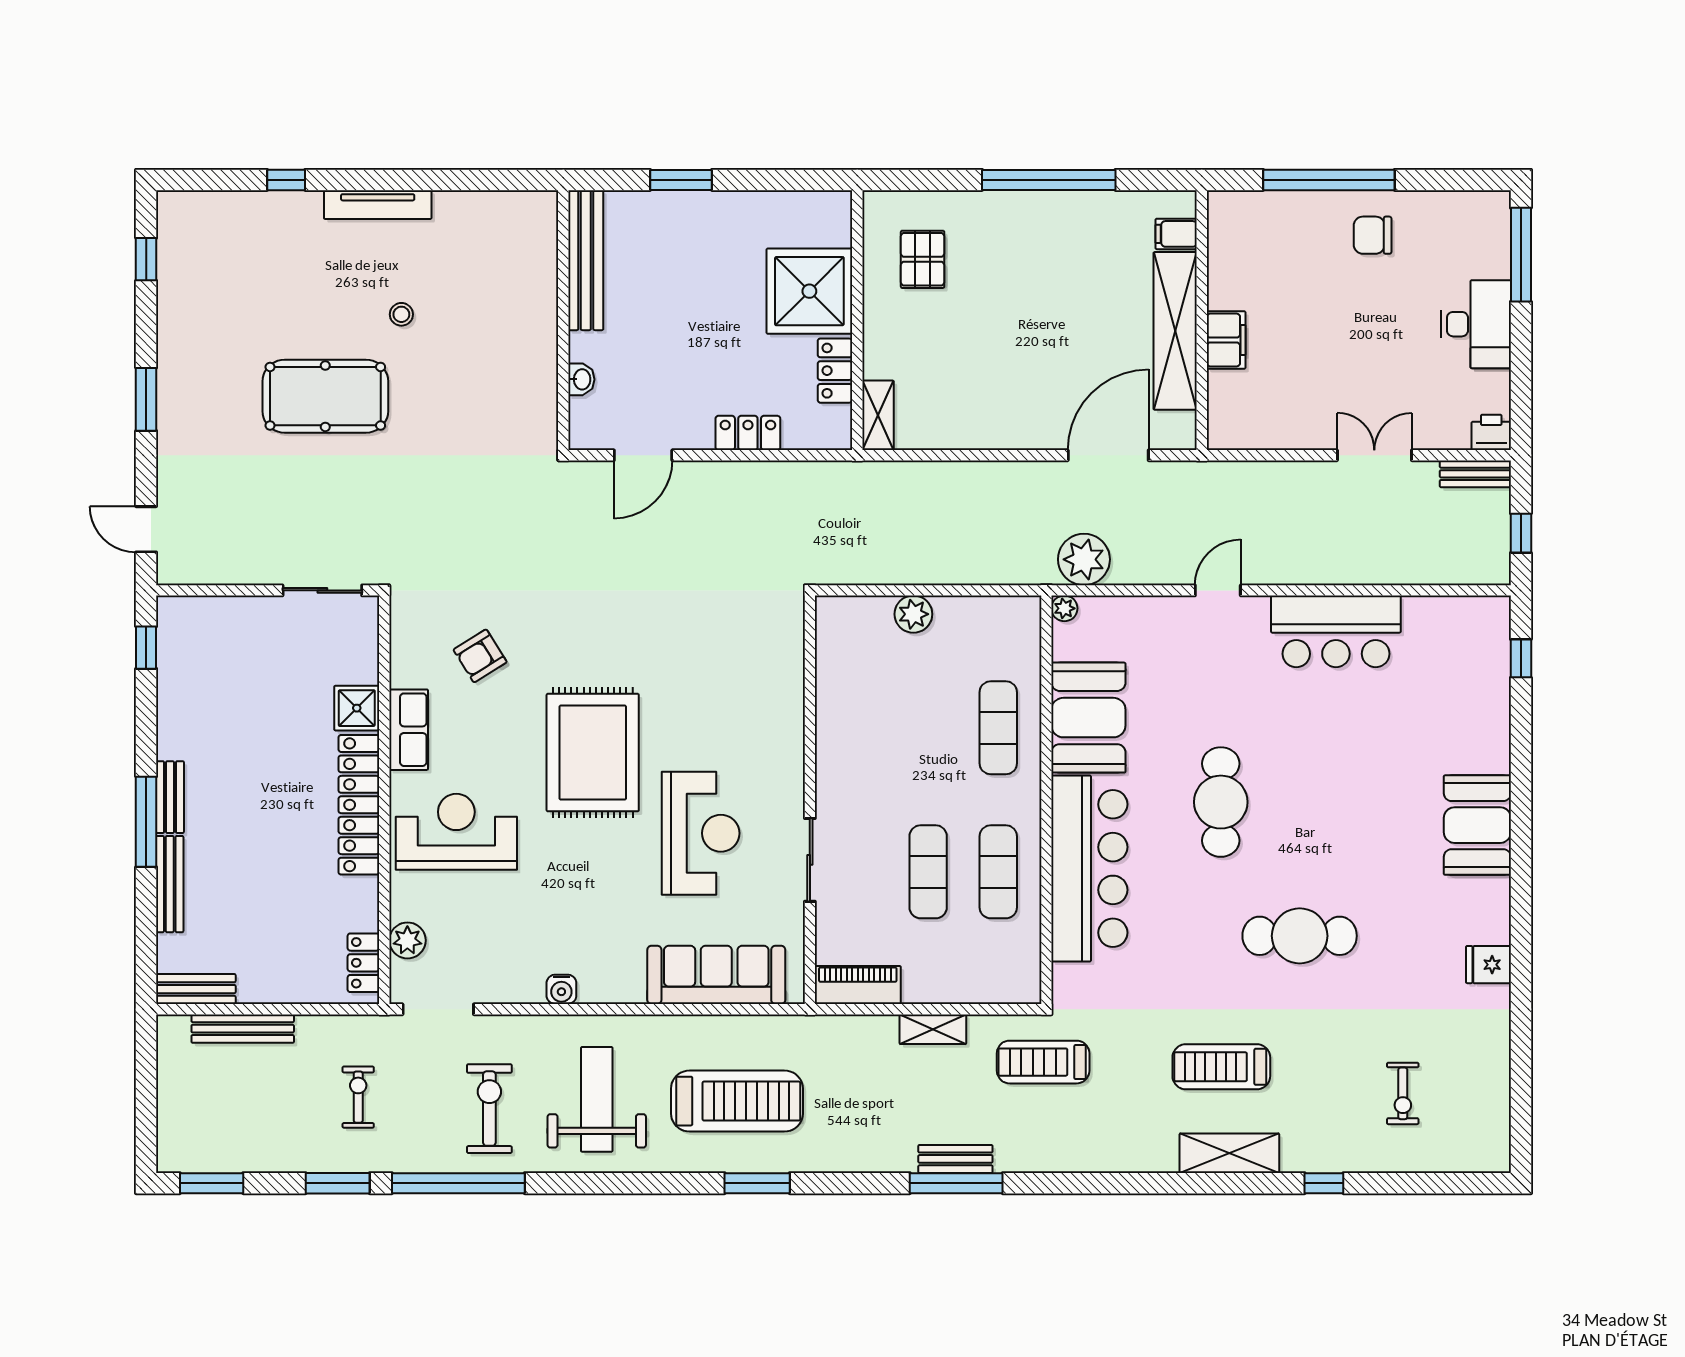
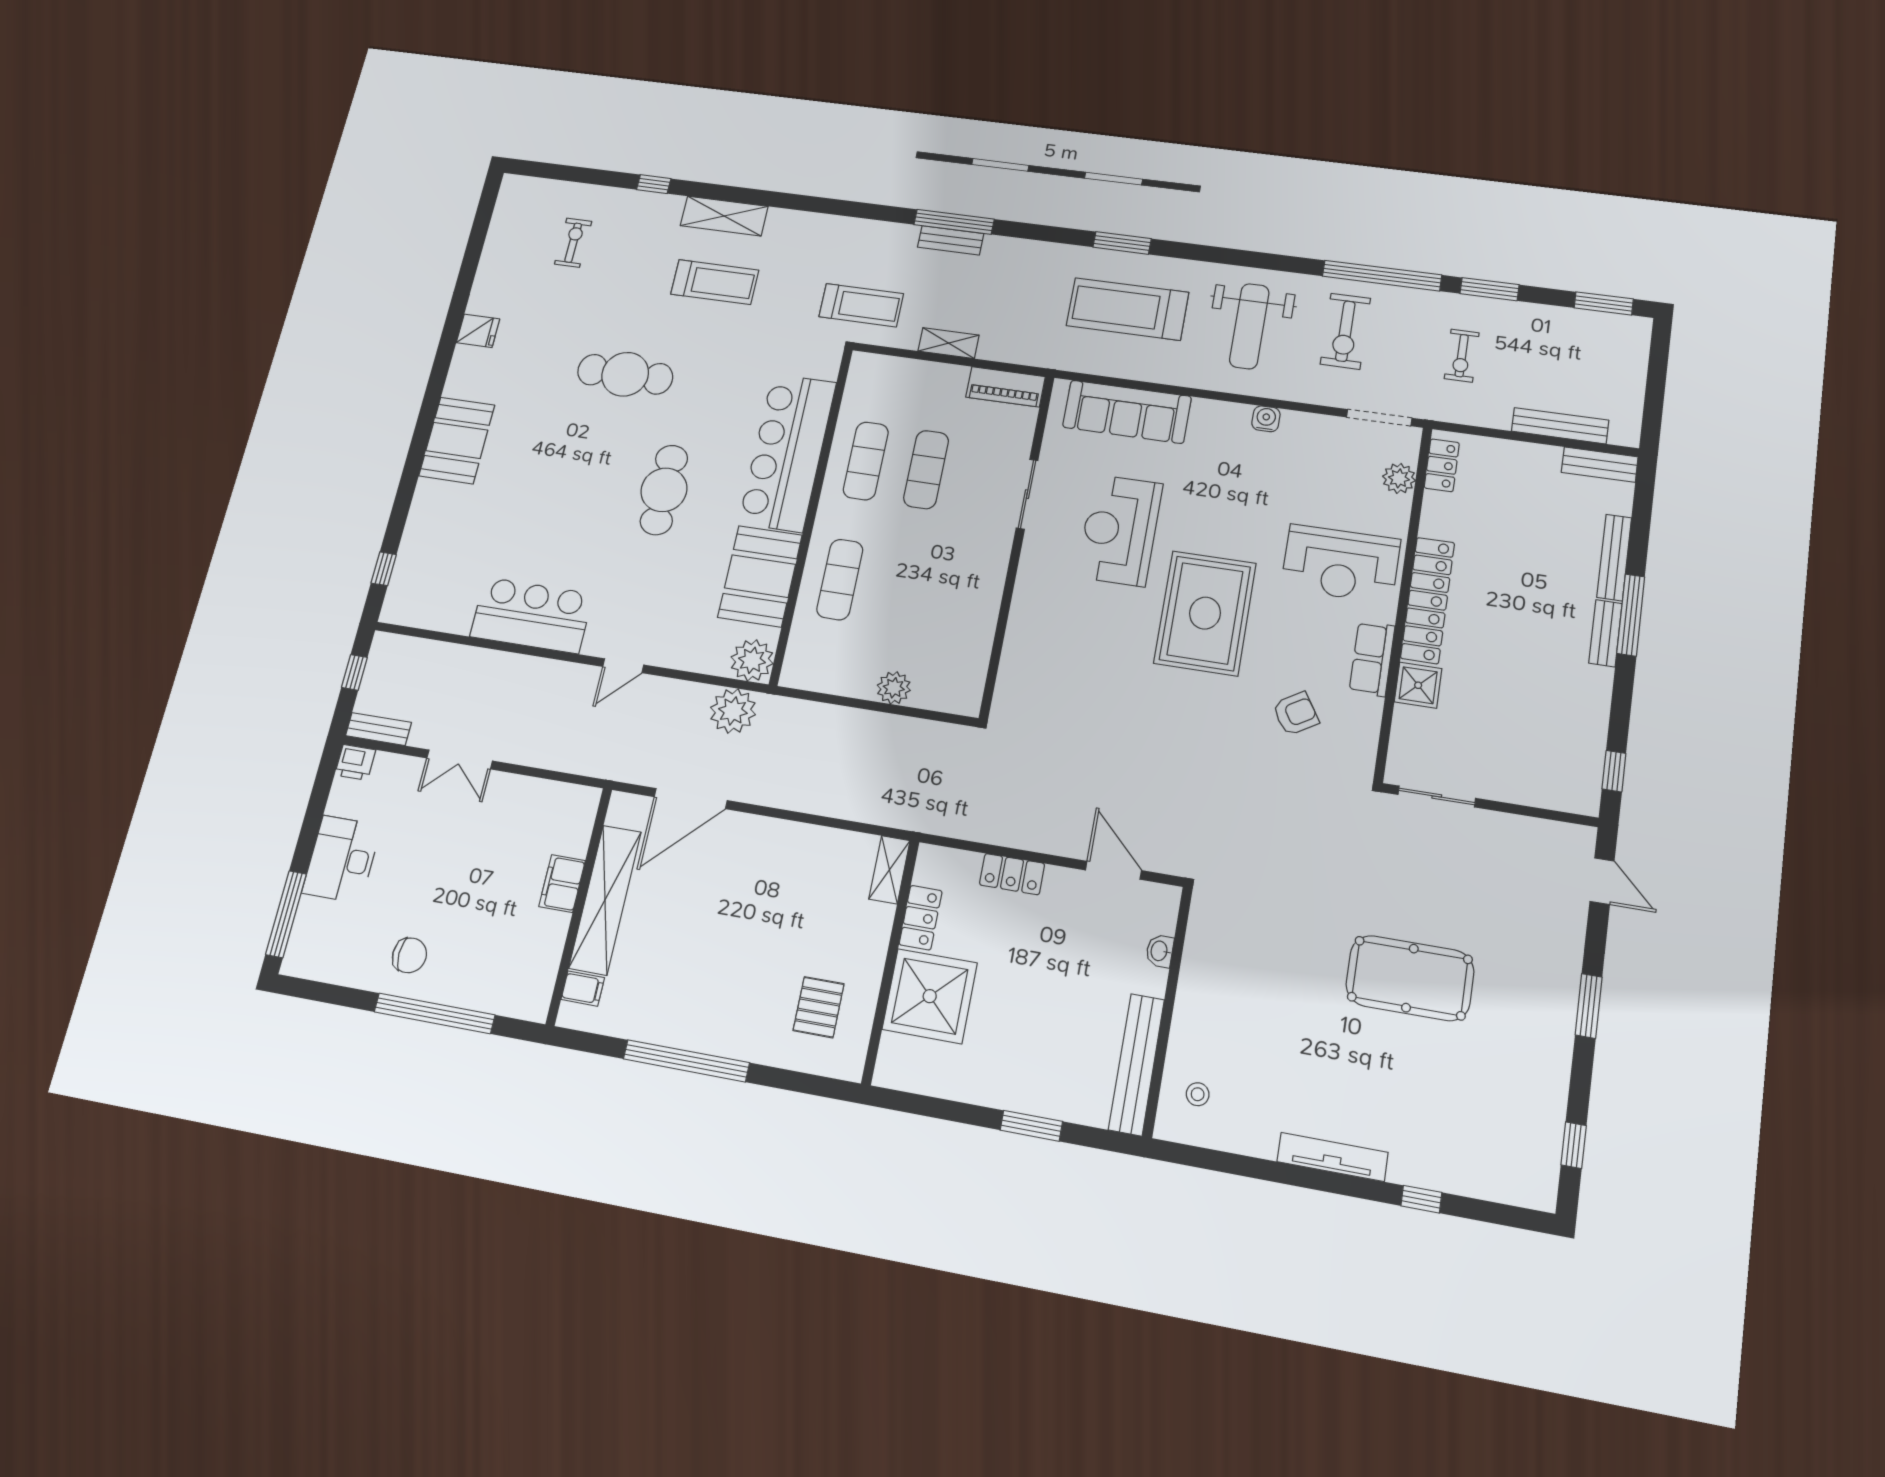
stool: (401, 314) -> (1198, 1094), moved
door: (643, 455) -> (1113, 870), hinge flipped
plant: (1064, 608) -> (752, 660), width x1.87, depth x1.87

